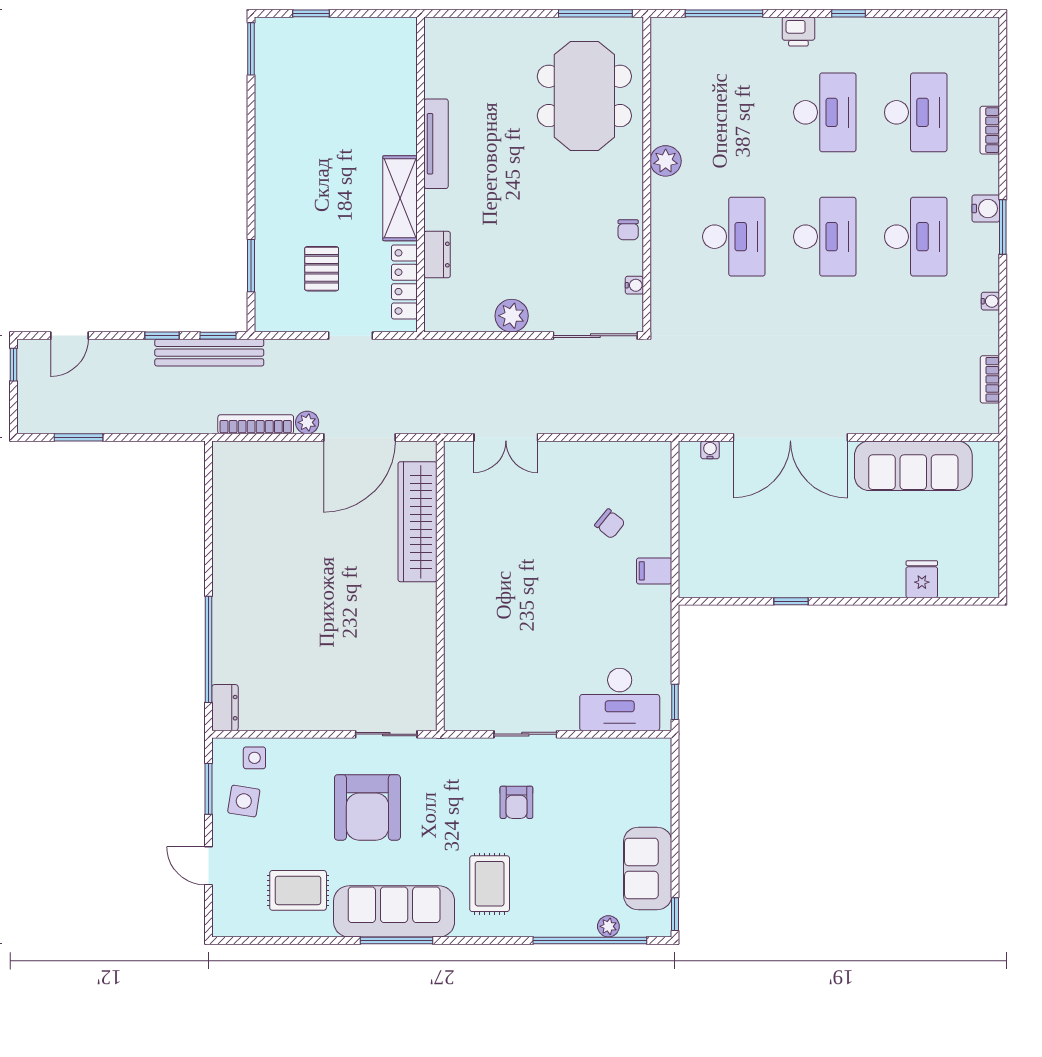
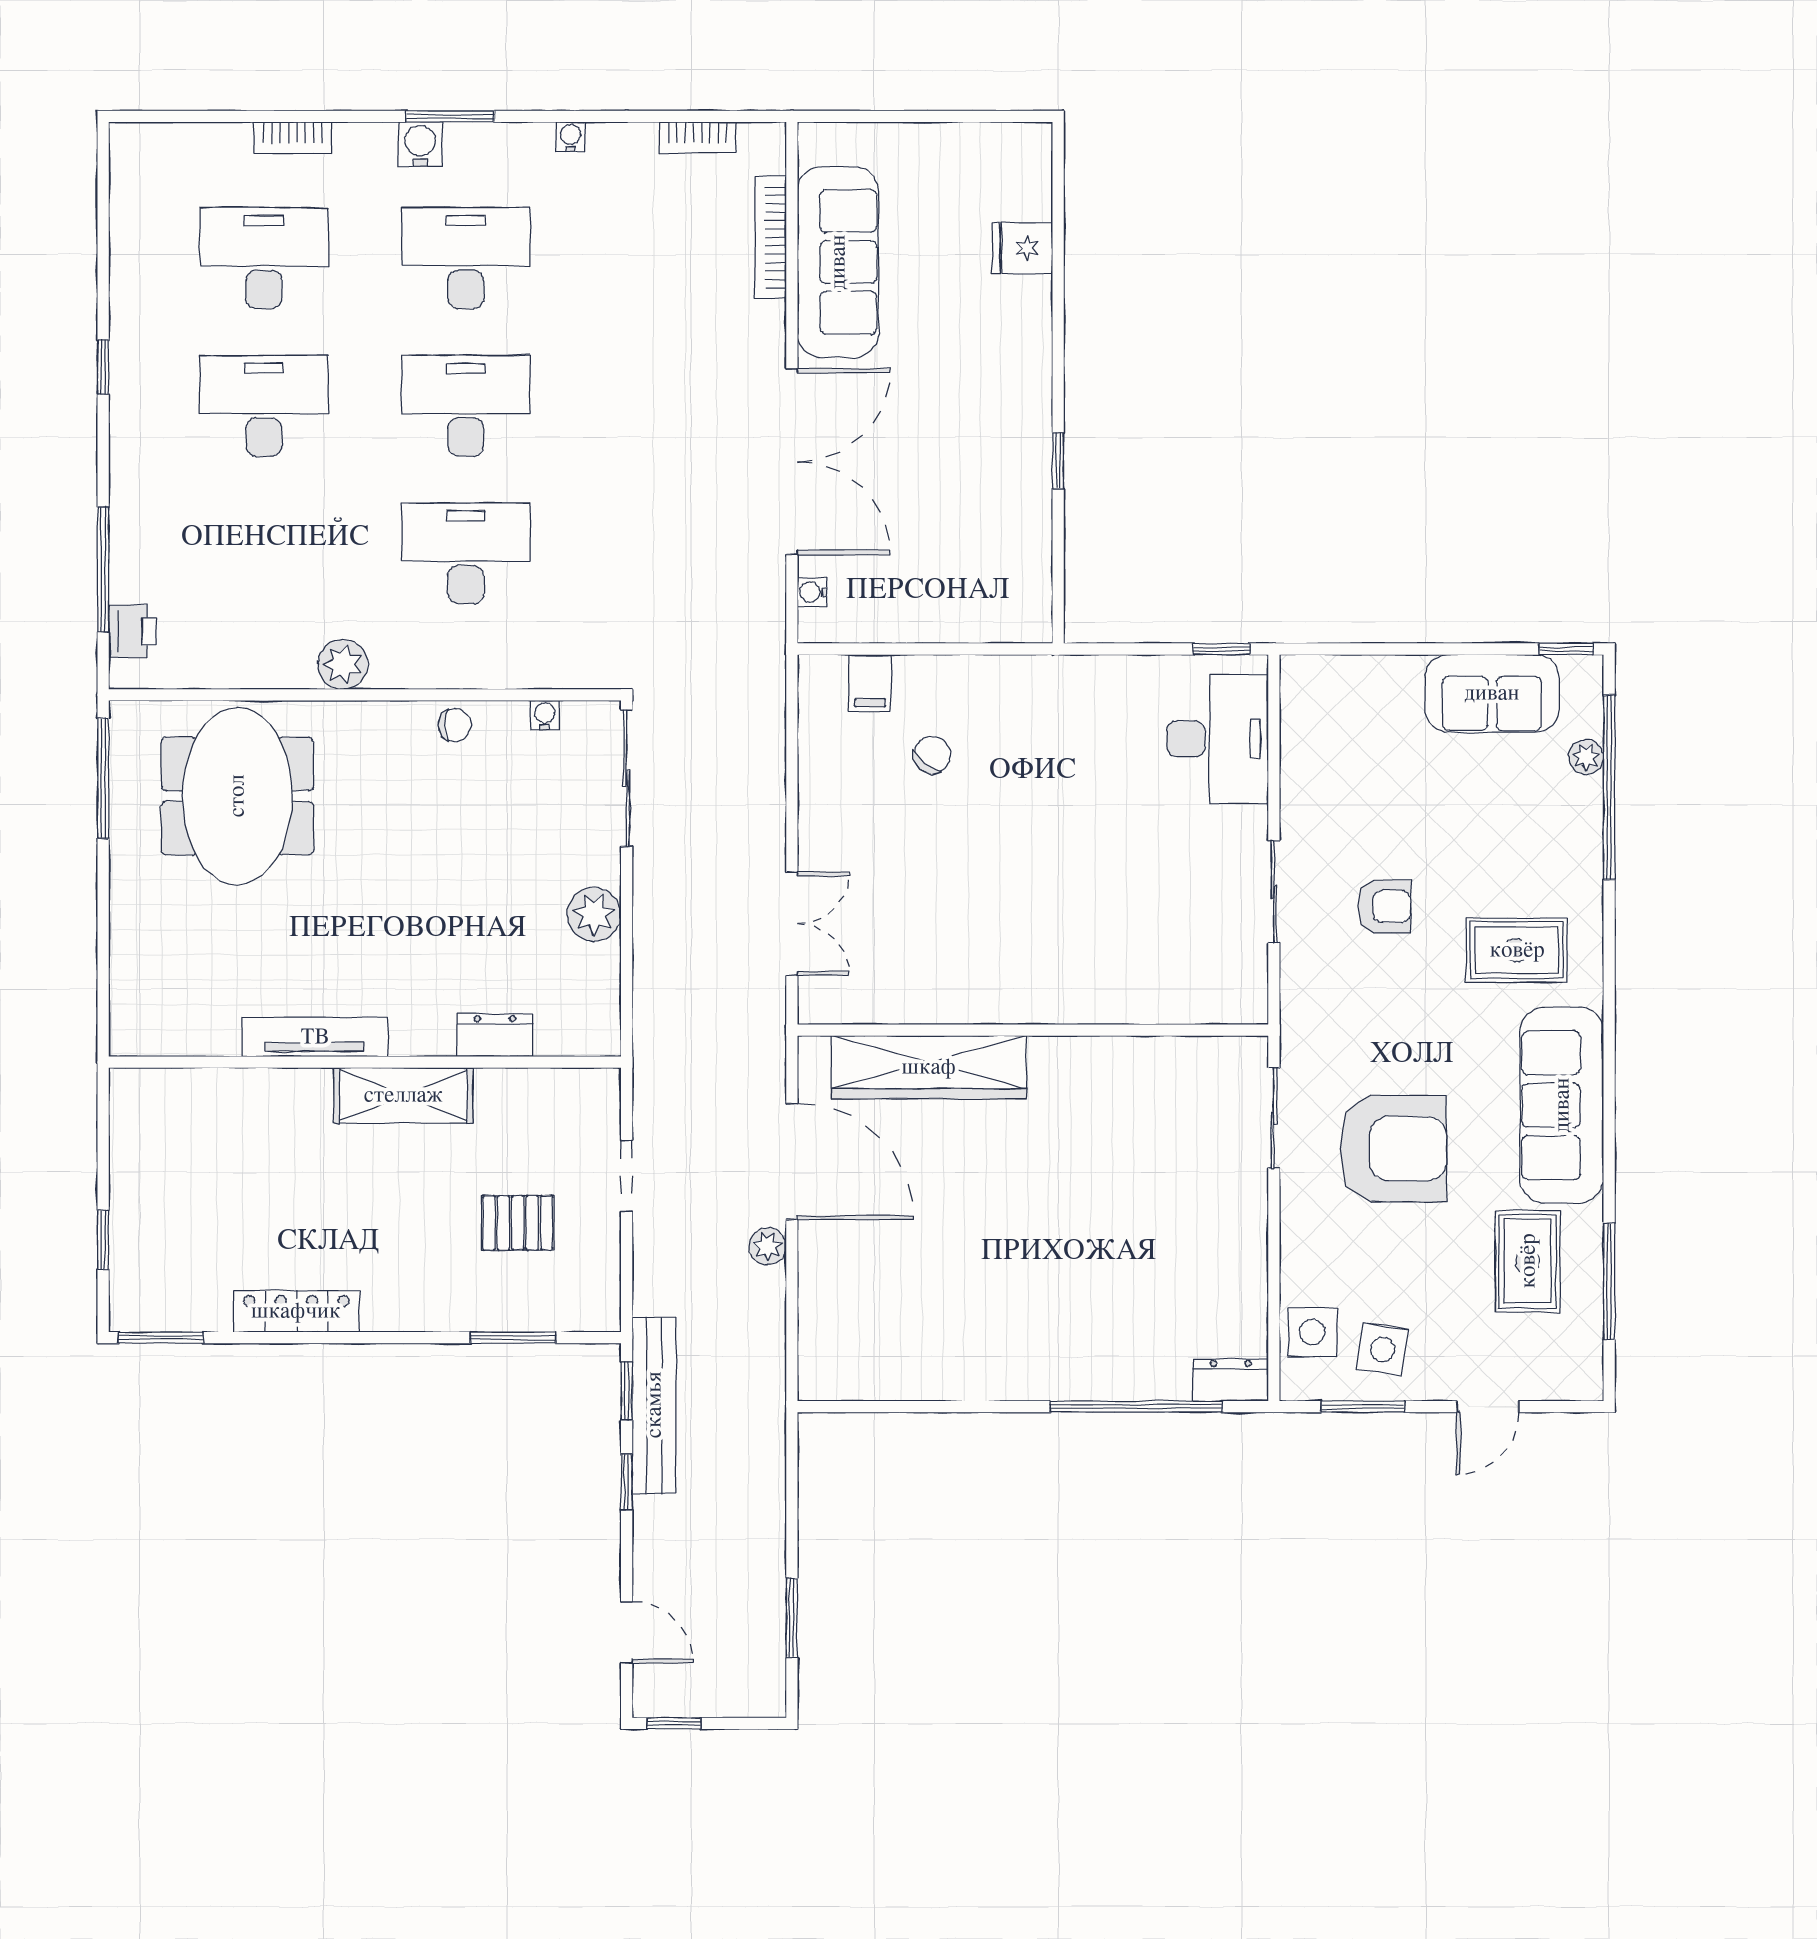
printer: (798, 31) -> (133, 631), moved
meeting table: (584, 96) -> (237, 796), turned 90
locker: (404, 282) -> (296, 1311), moved, turned 180
bookcase: (256, 424) -> (771, 237), moved
filing cabinet: (654, 571) -> (870, 683), moved
side table: (254, 758) -> (1312, 1332), width x1.37, depth x1.37
window: (397, 941) -> (1609, 1281), moved

